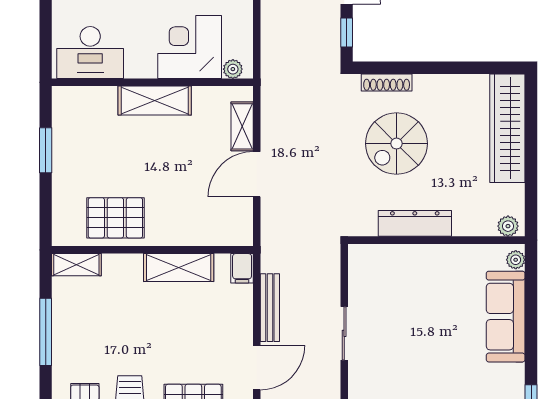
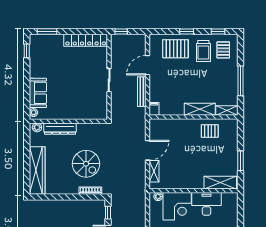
desk: (90, 53) -> (207, 204), moved
shelving: (155, 101) -> (220, 183), moved
spiral stairs: (396, 144) -> (86, 164), turned 90
pallet: (115, 218) -> (210, 131), width x0.67, depth x0.71
dresser: (415, 223) -> (60, 129), moved
shelving: (179, 267) -> (200, 109), moved
sofa: (506, 317) -> (38, 93), width x0.73

